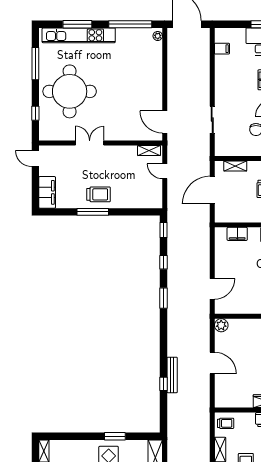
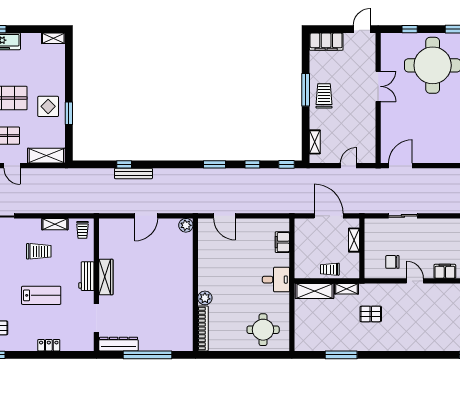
shelving: (149, 150) -> (315, 142), moved
trolley: (99, 194) -> (324, 96), turned 180

